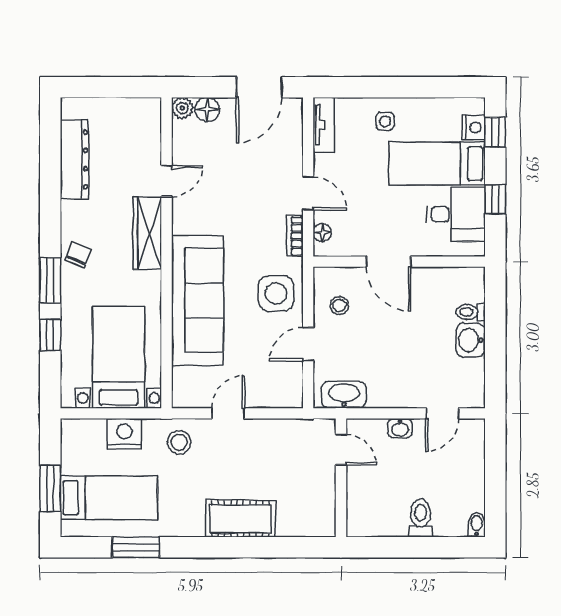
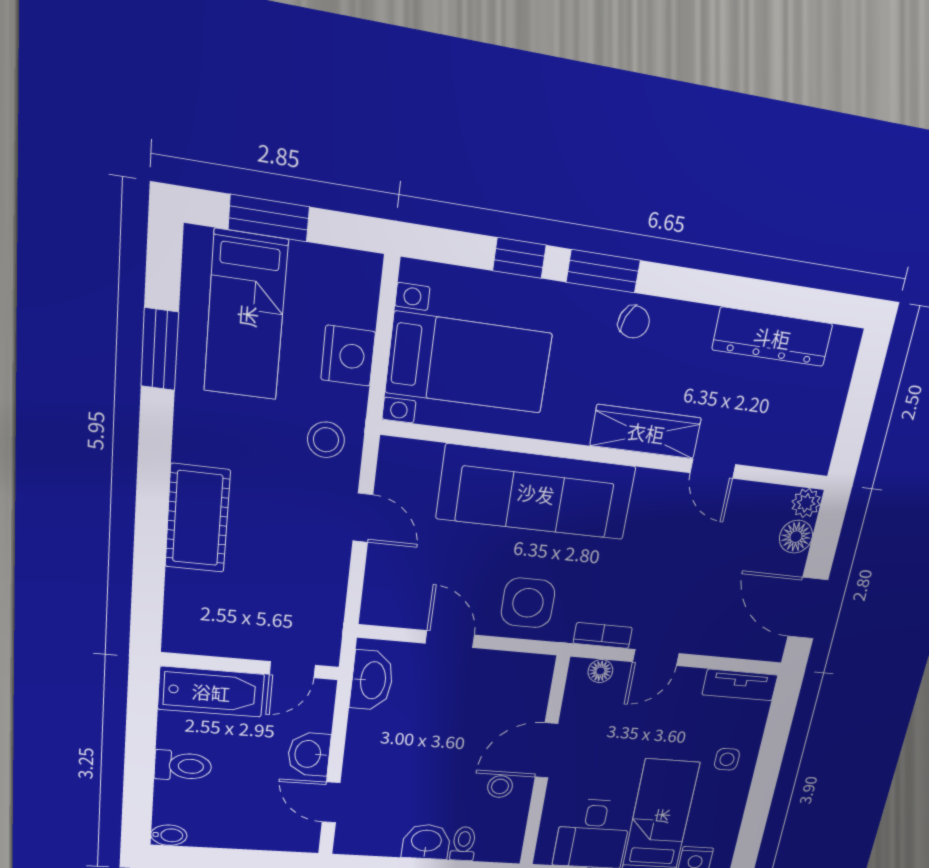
stool: (339, 305) -> (500, 786), moved
washbasin: (400, 428) -> (309, 754), width x1.38, depth x1.45
bathtub: (362, 503) -> (211, 692), added

